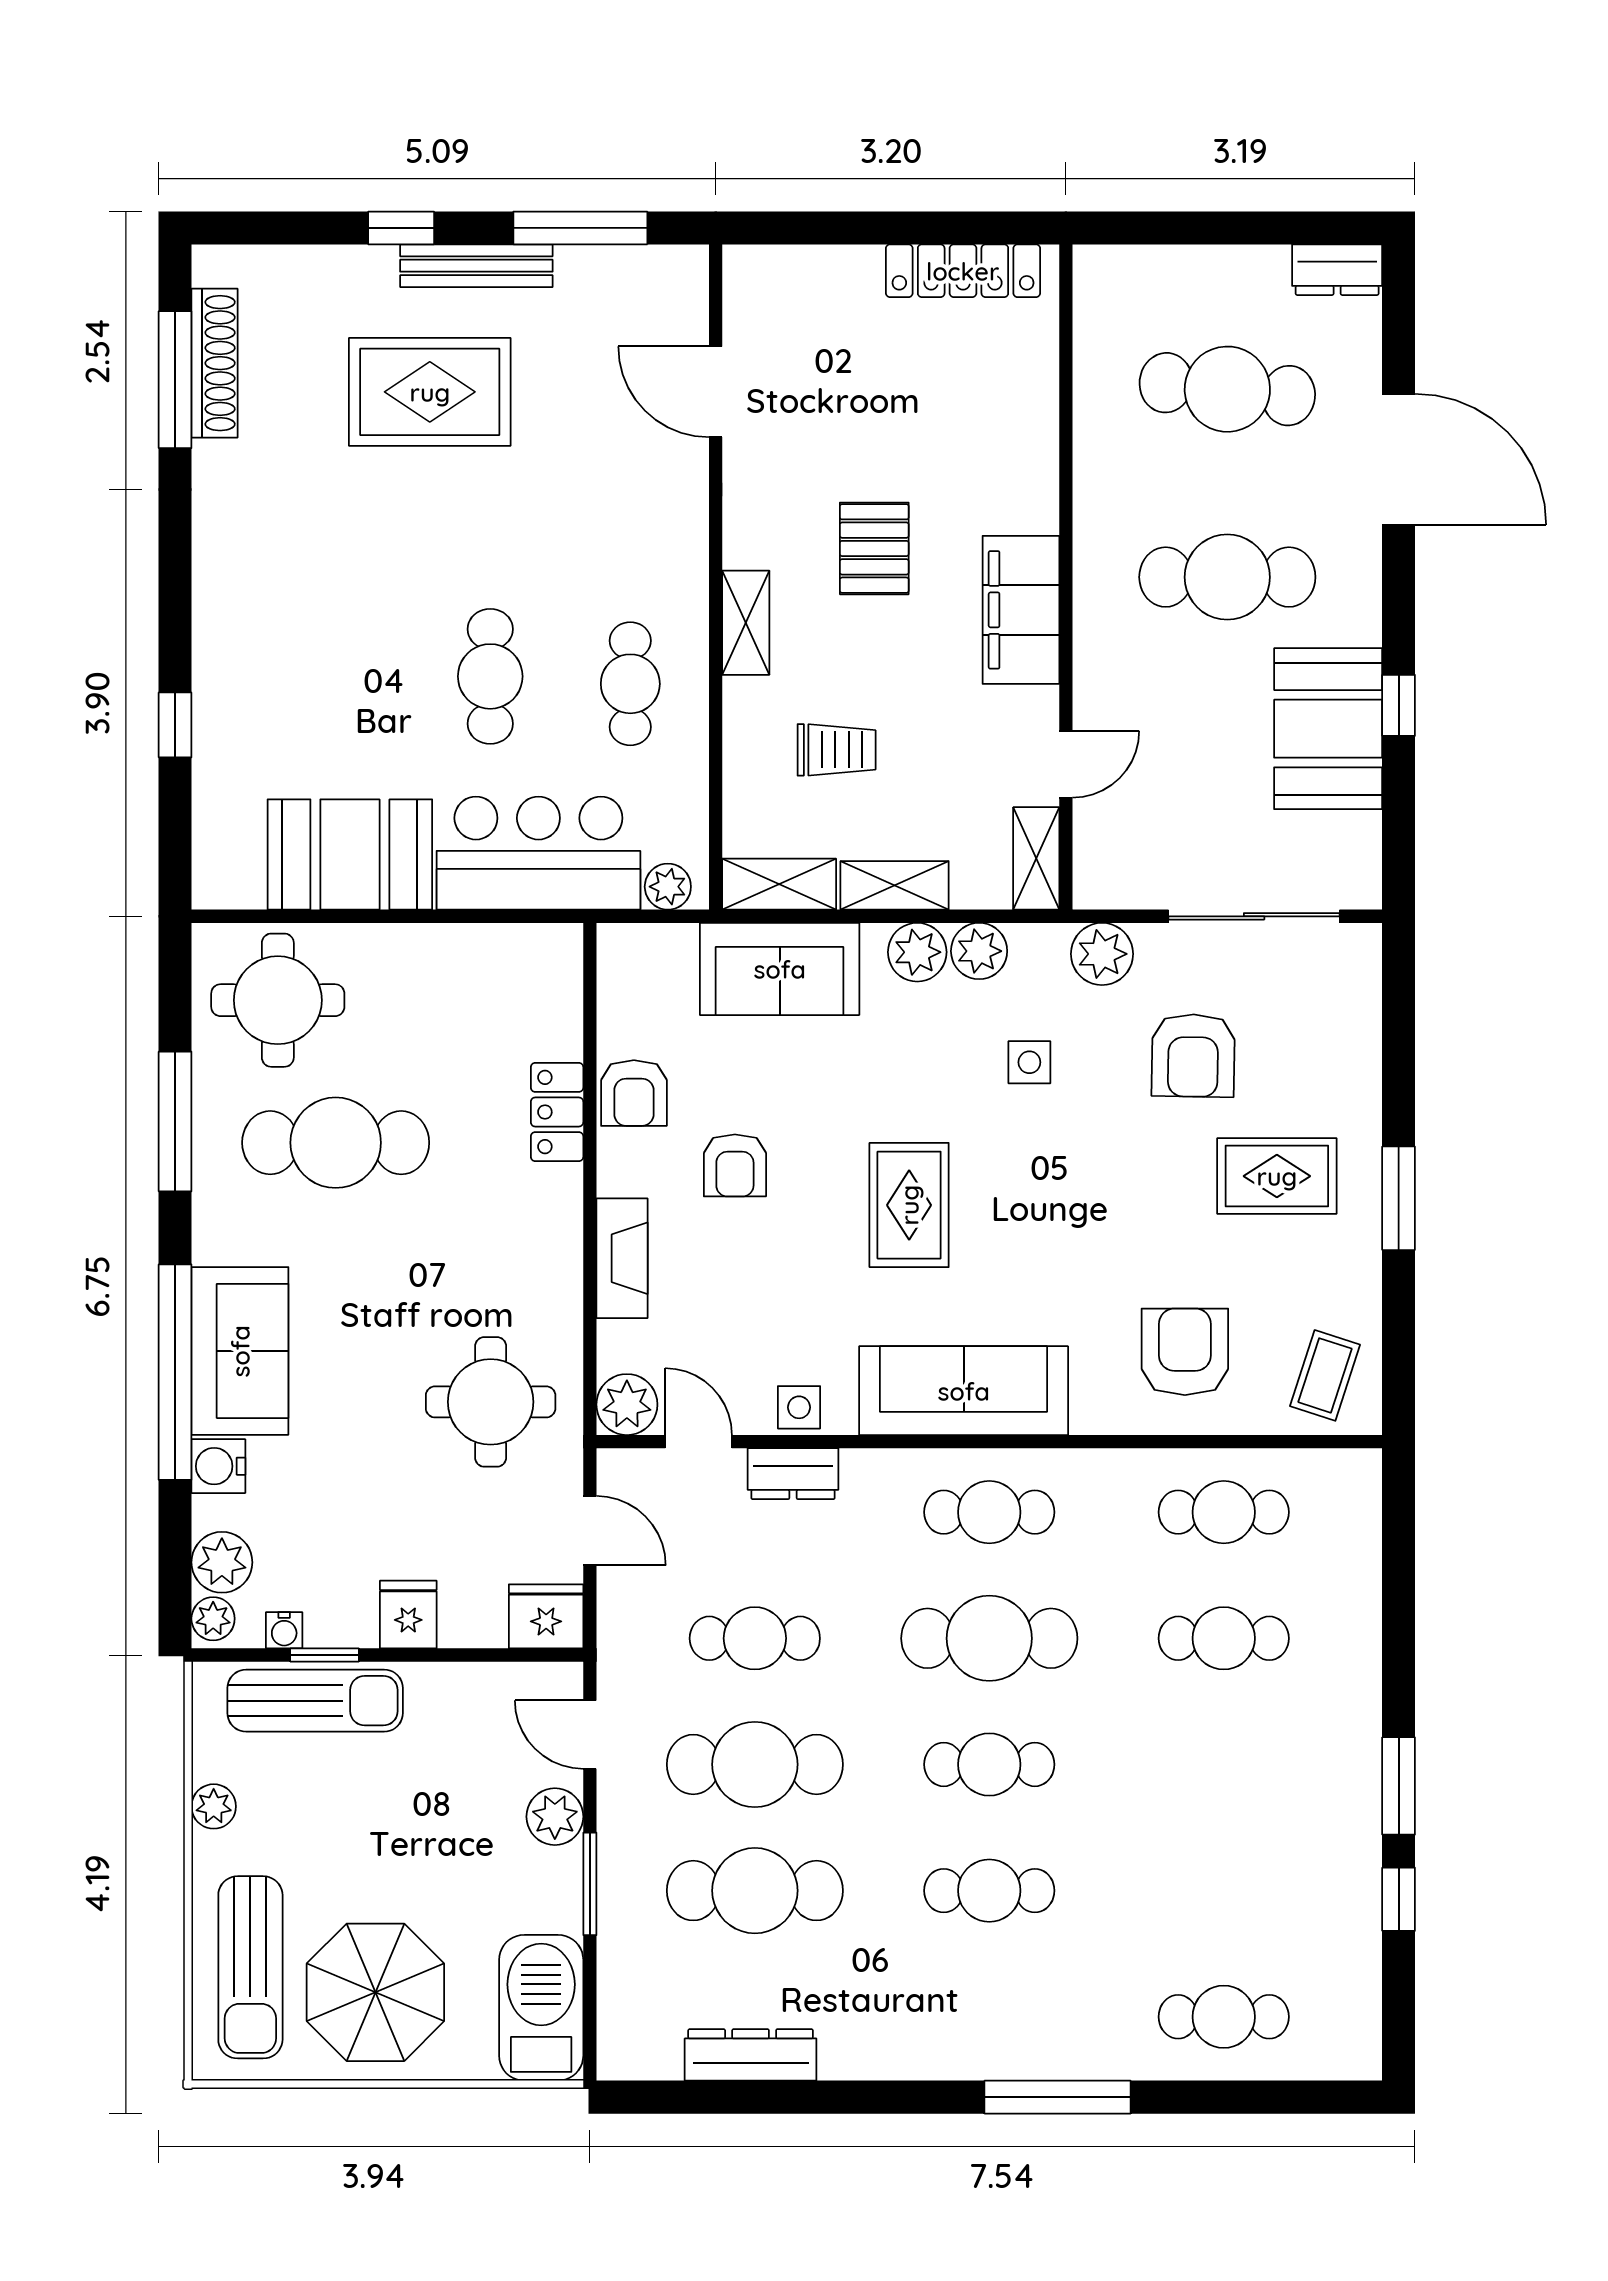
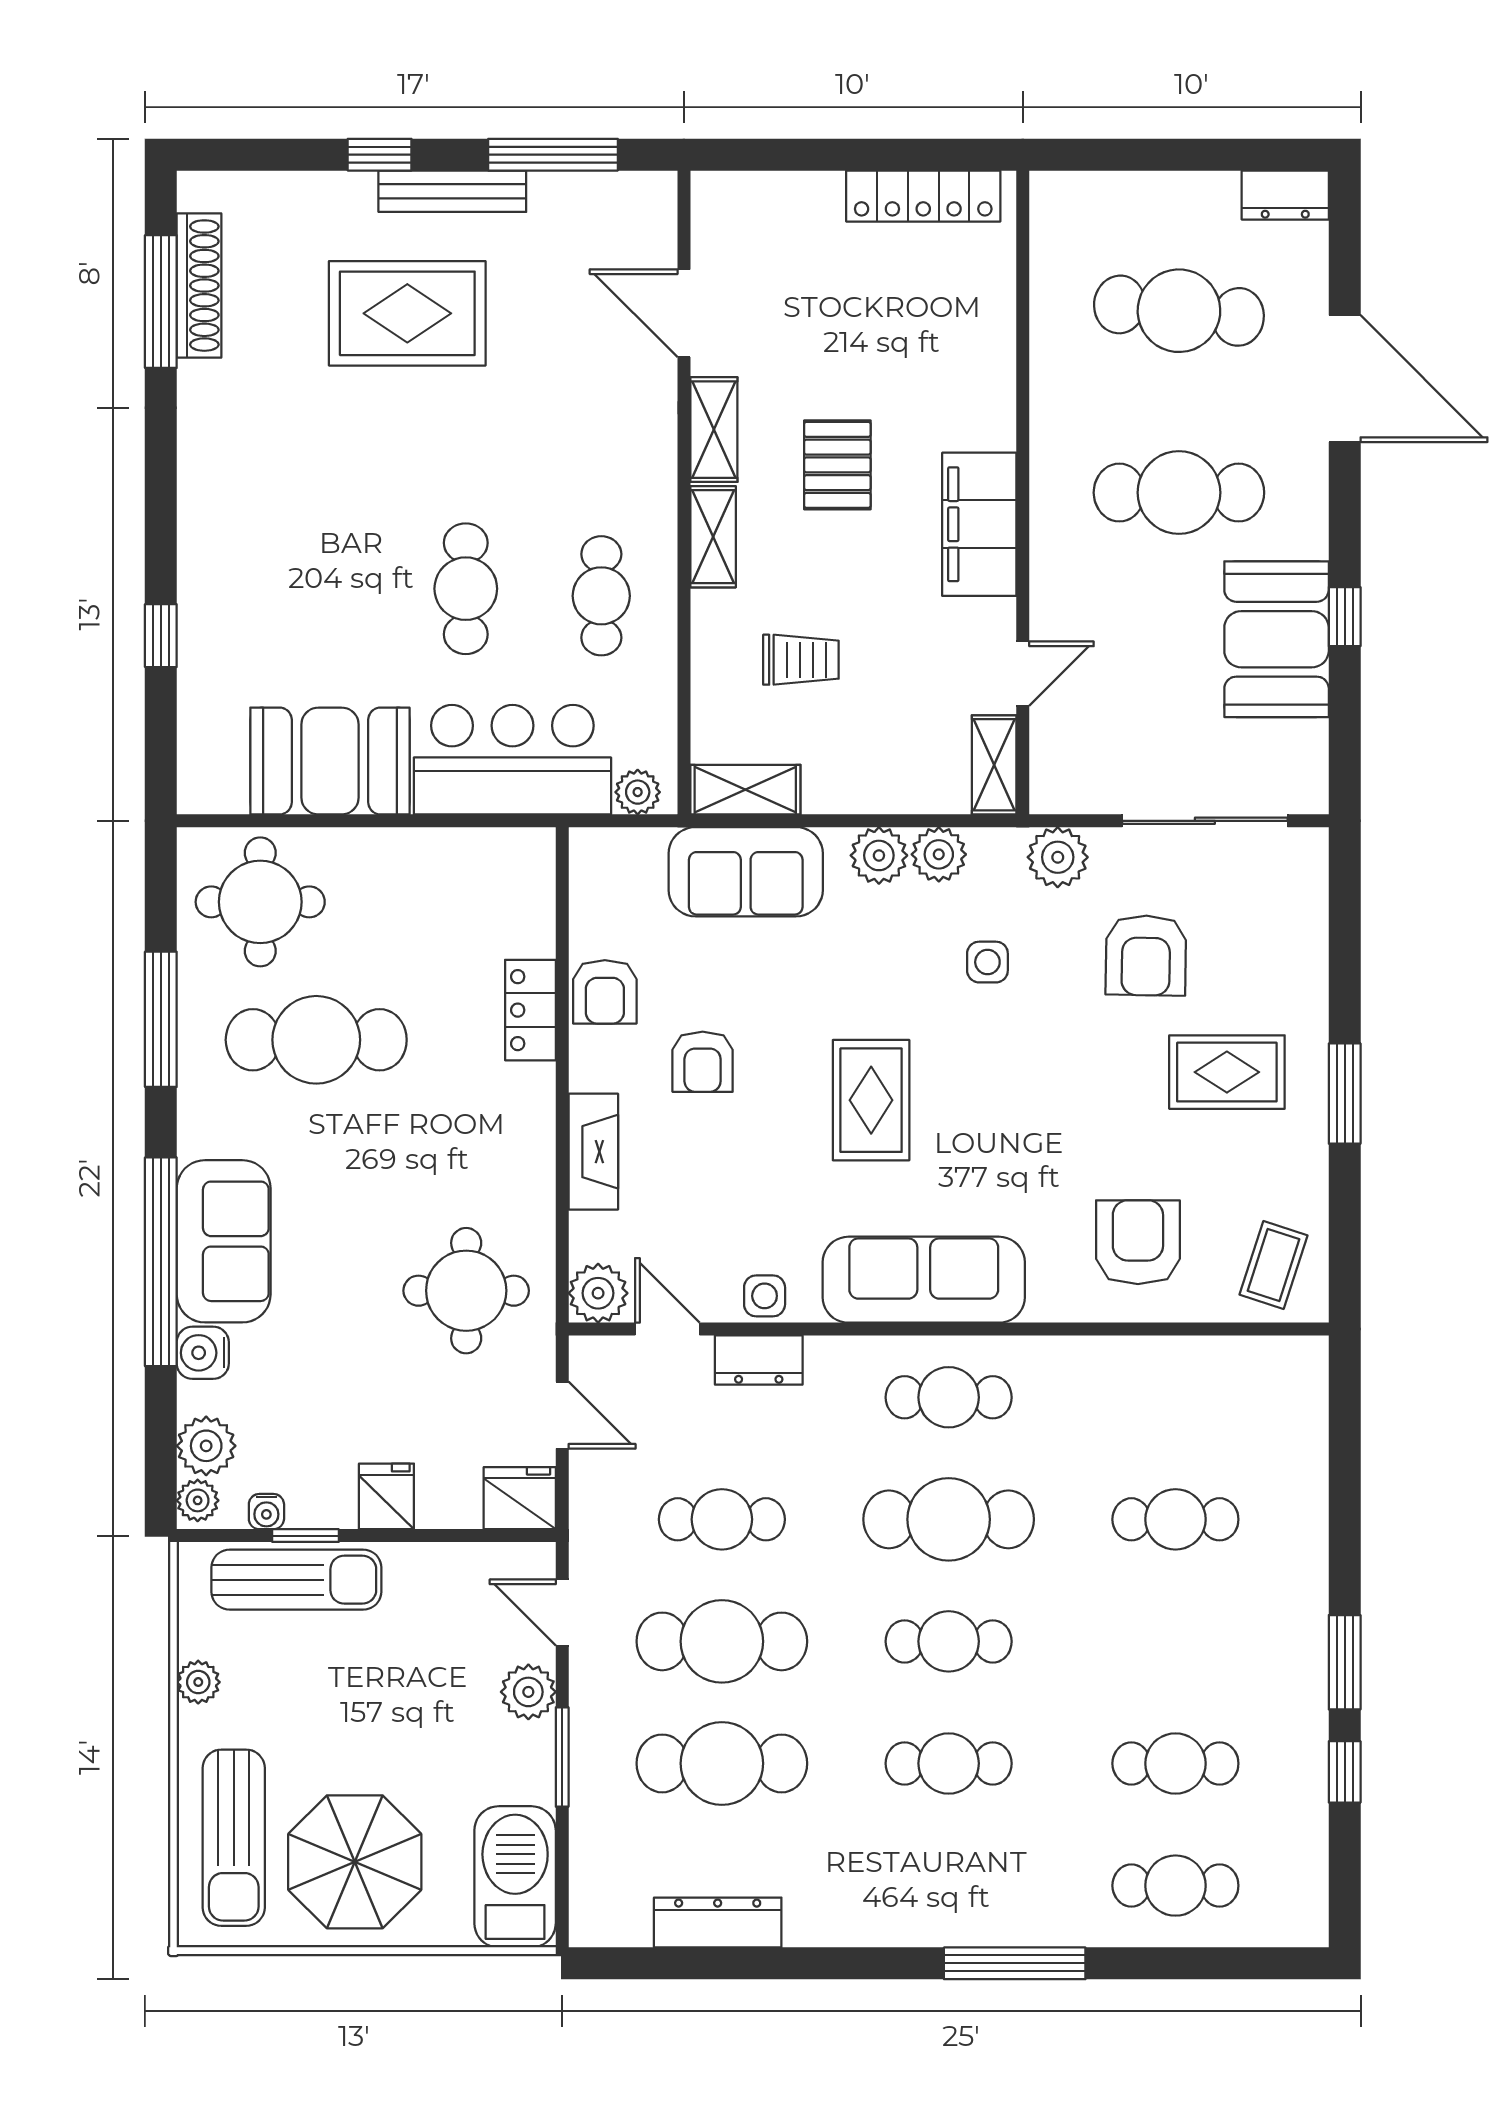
shelving: (895, 885) -> (714, 430), moved, turned 90
cafe table: (1224, 1512) -> (1175, 1763), moved

